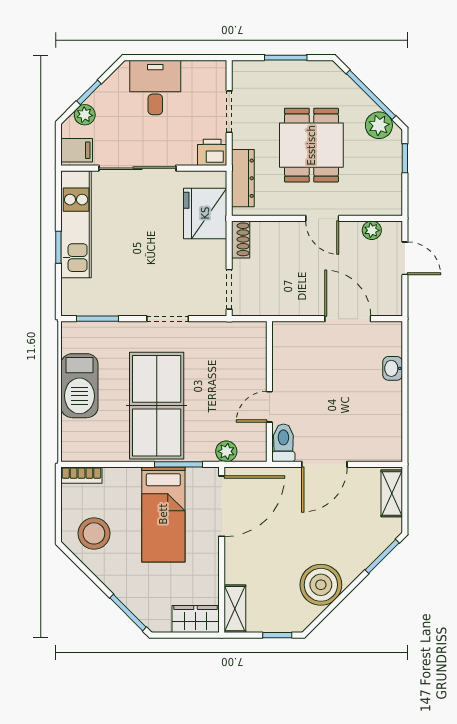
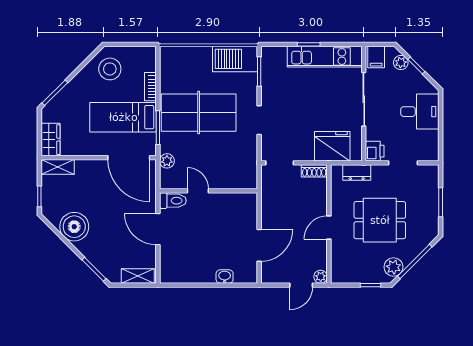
dresser: (243, 178) -> (357, 172), width x0.70
plant: (372, 230) -> (321, 277), moved
barbecue: (79, 386) -> (235, 59), moved
bookcase: (81, 475) -> (150, 87), moved

